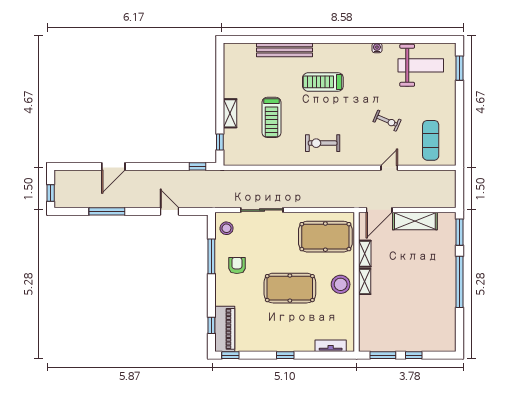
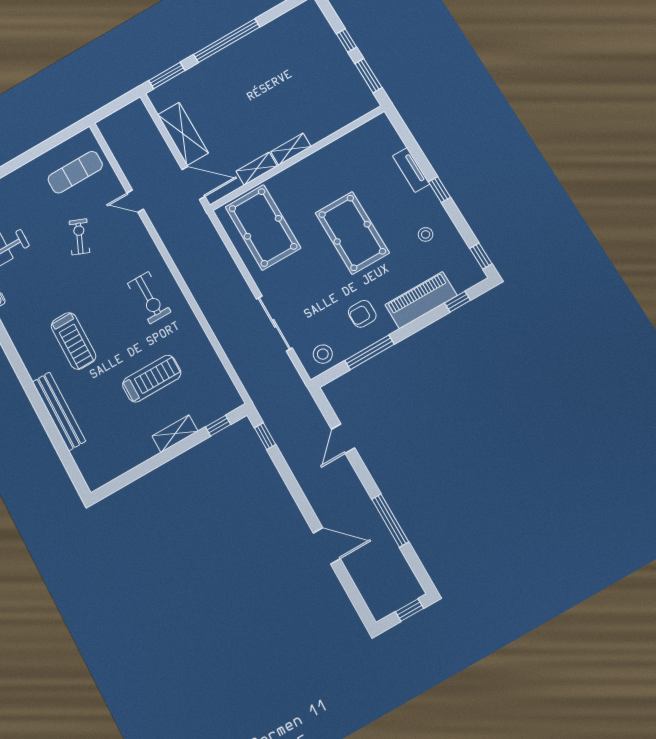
stool: (341, 284) -> (426, 234), moved, width x0.53, depth x0.53
piano: (225, 329) -> (421, 300), moved
tv unit: (331, 346) -> (411, 170), moved

